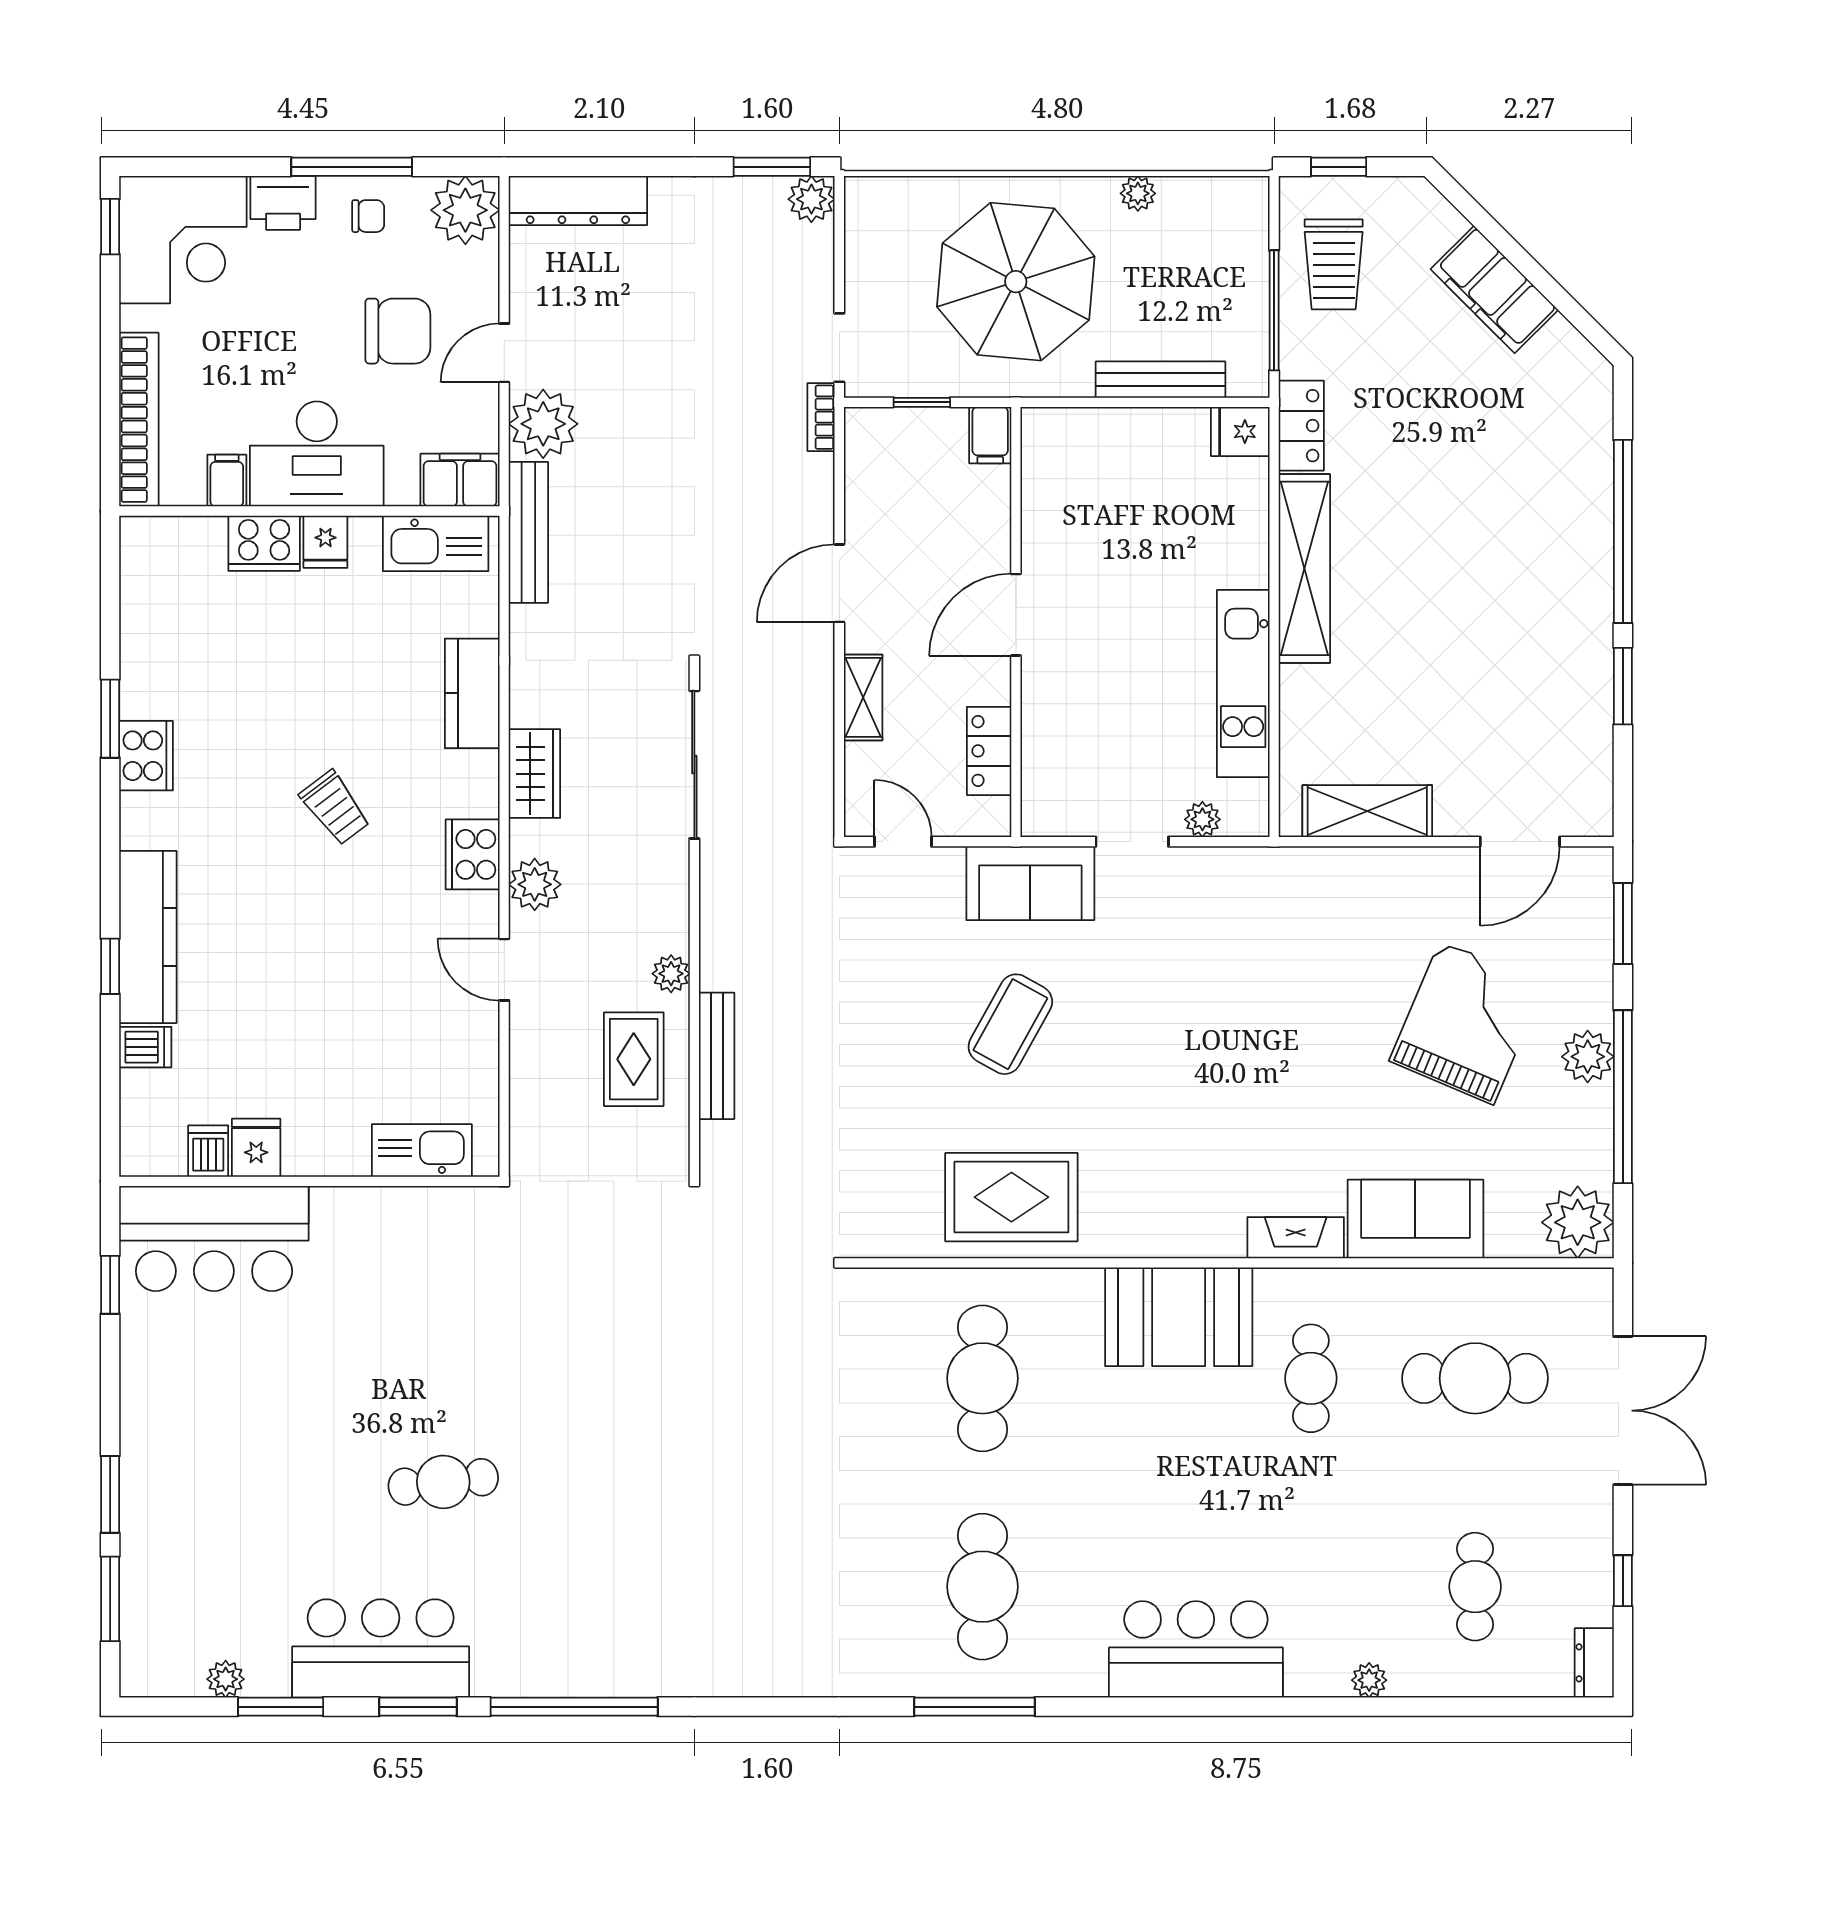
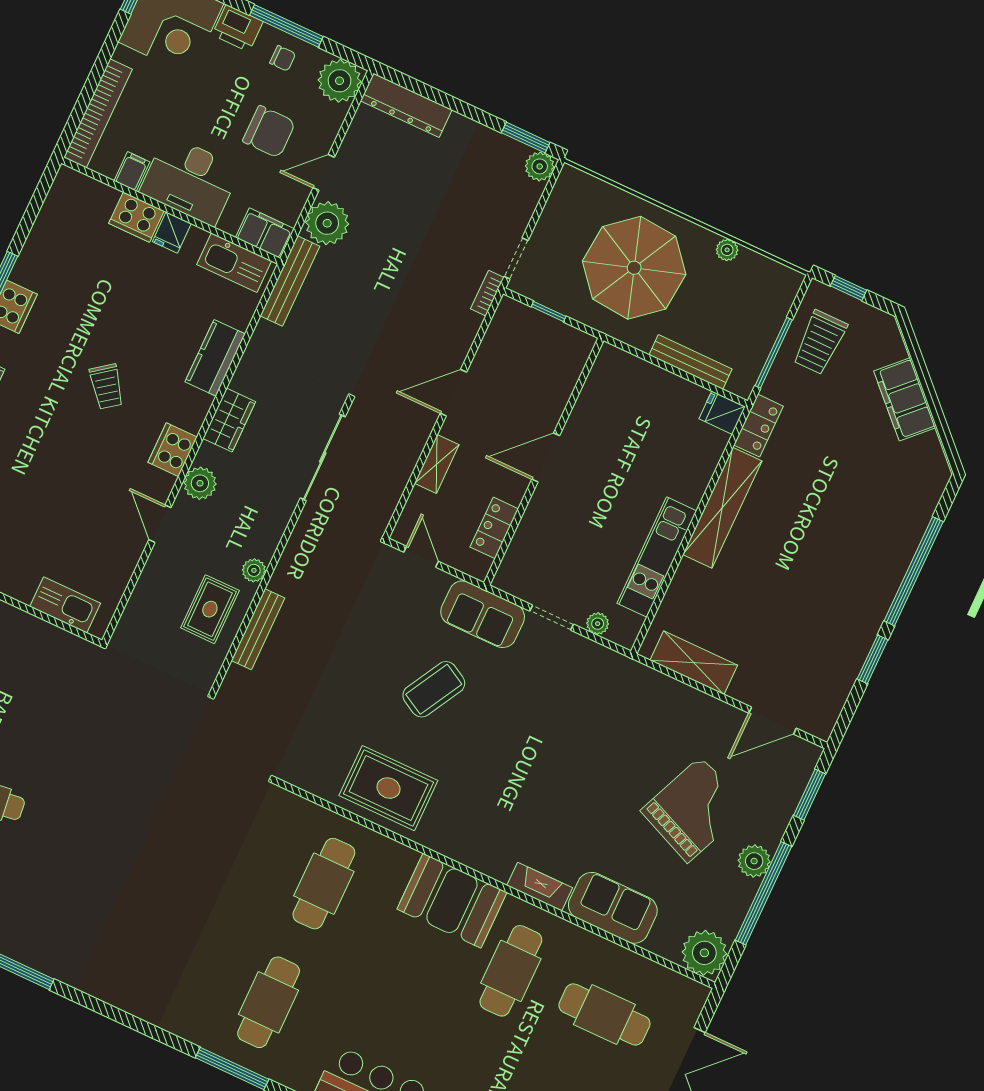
filing cabinet: (990, 435) -> (579, 348), removed
cafe table: (1311, 1378) -> (511, 971), width x1.37, depth x1.35

